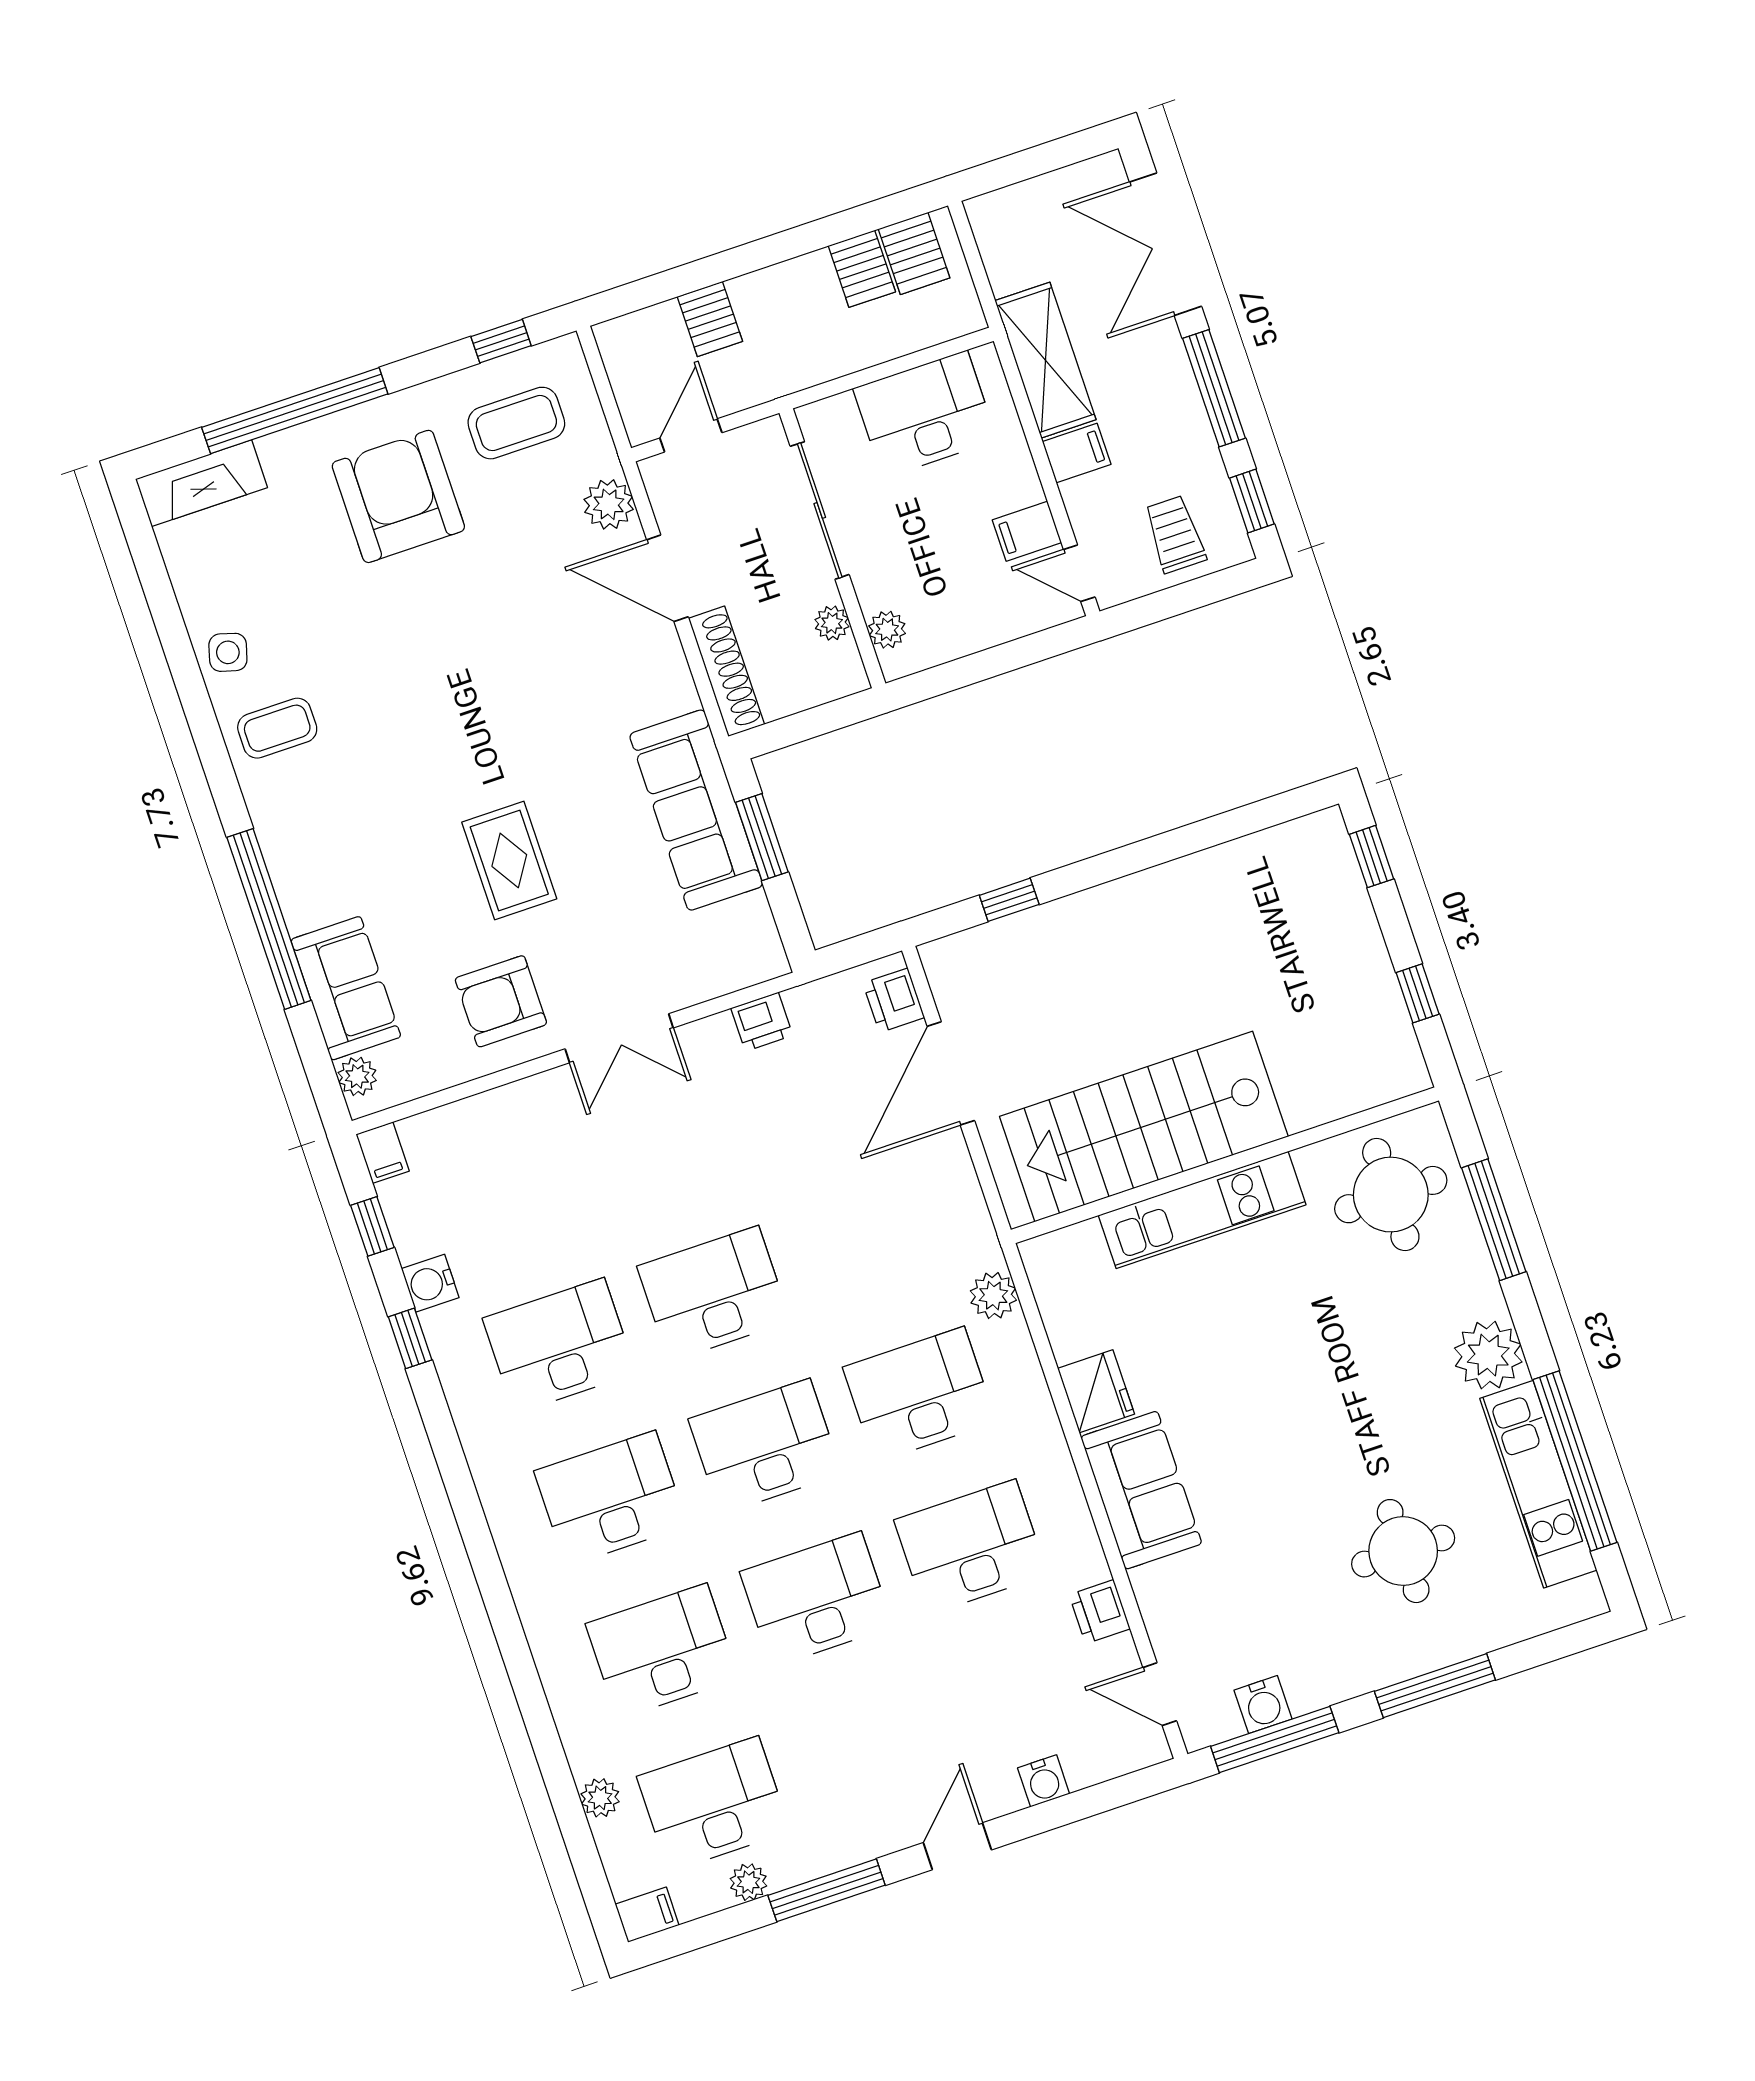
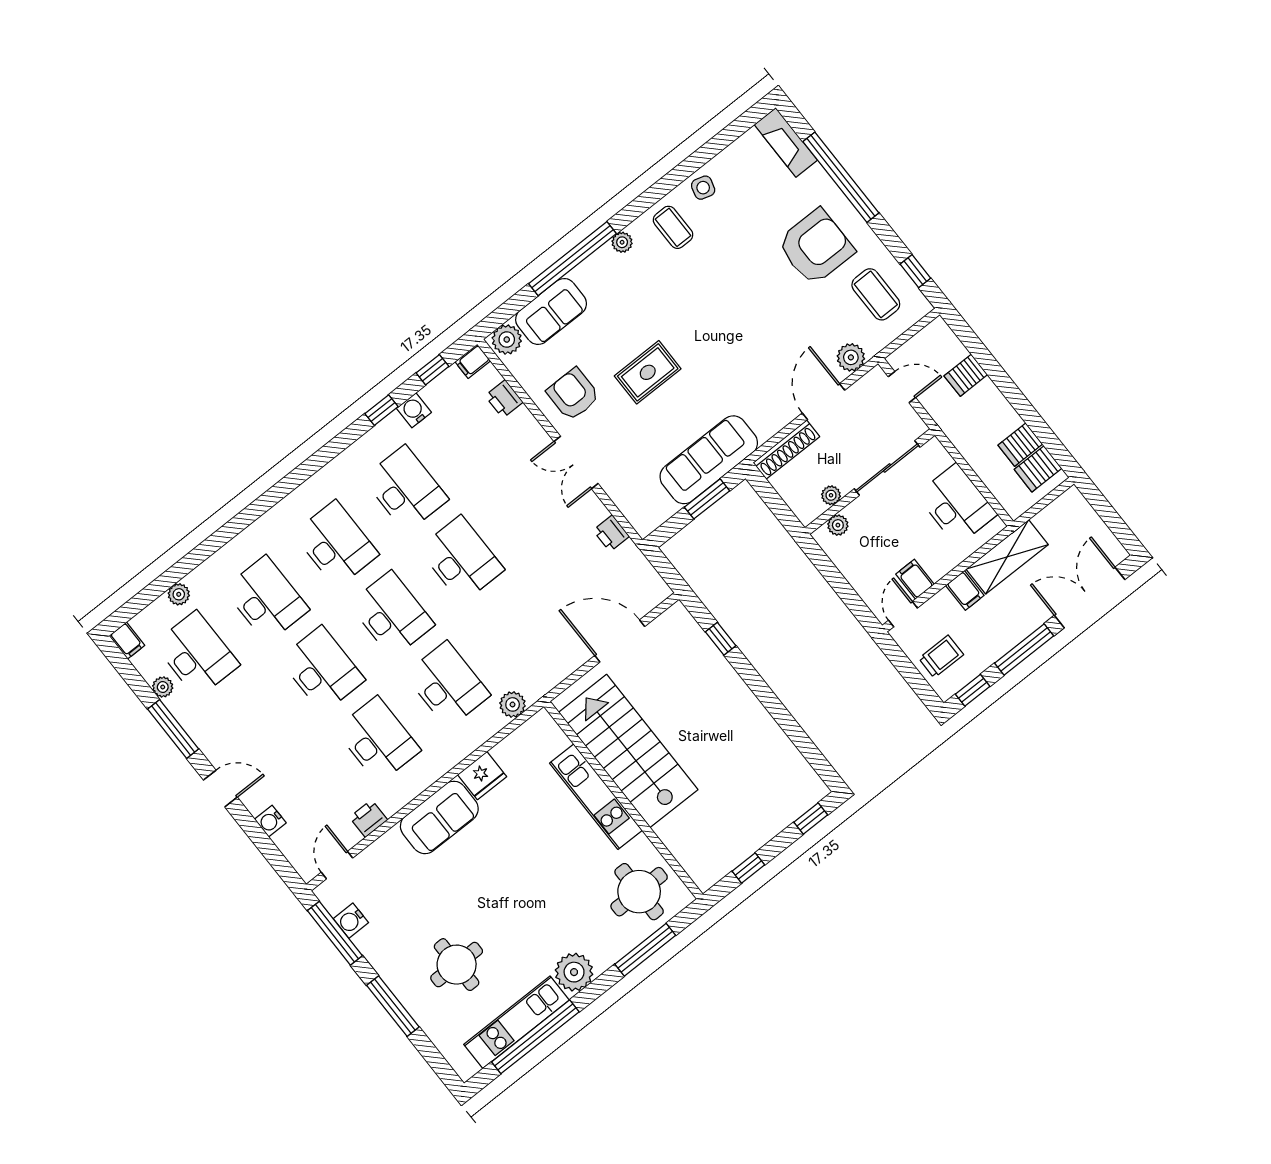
plant: (271, 824) -> (622, 242), added
printer: (894, 1000) -> (504, 399), moved, turned -90
plant: (357, 1076) -> (507, 340), width x1.38, depth x1.38

